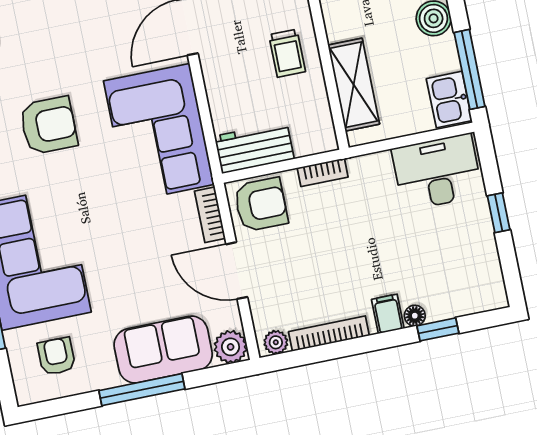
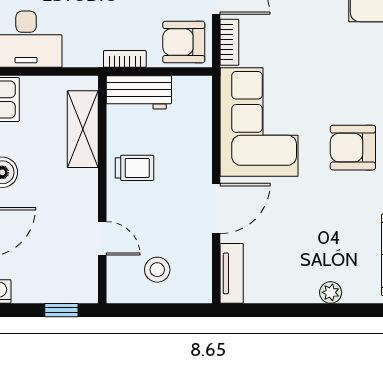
trolley: (287, 53) -> (135, 168), turned 90
workbench: (254, 148) -> (139, 92), moved

